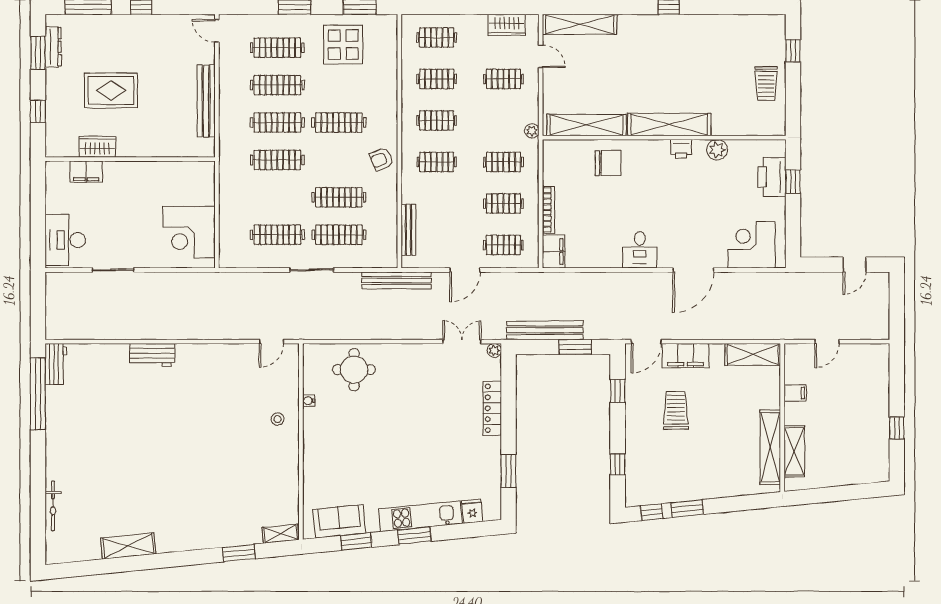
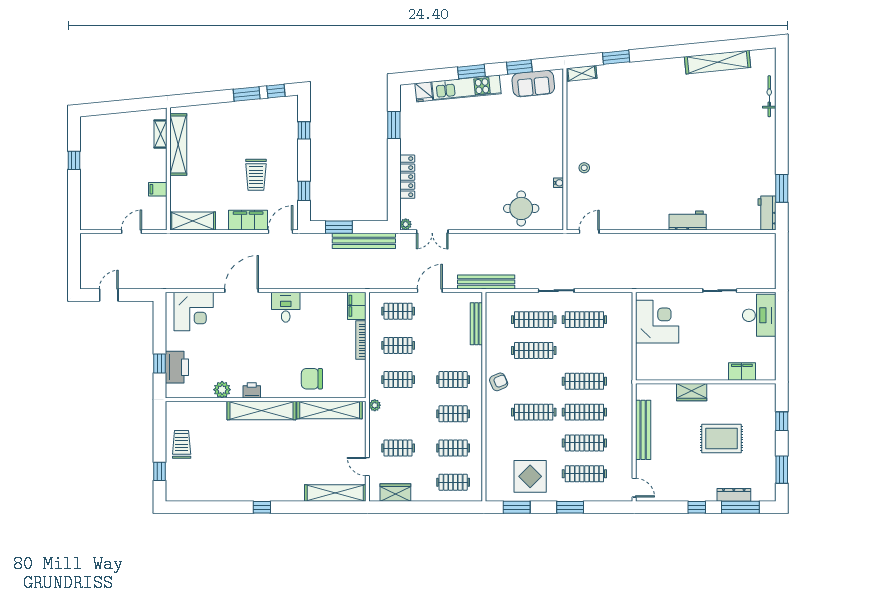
dresser: (53, 47) -> (734, 495), moved, turned 90
wardrobe: (97, 147) -> (692, 392), moved
window: (38, 394) -> (782, 188), width x0.47
shelving: (794, 451) -> (161, 134), width x0.67, depth x0.75
shelving: (128, 546) -> (718, 62), width x1.47

